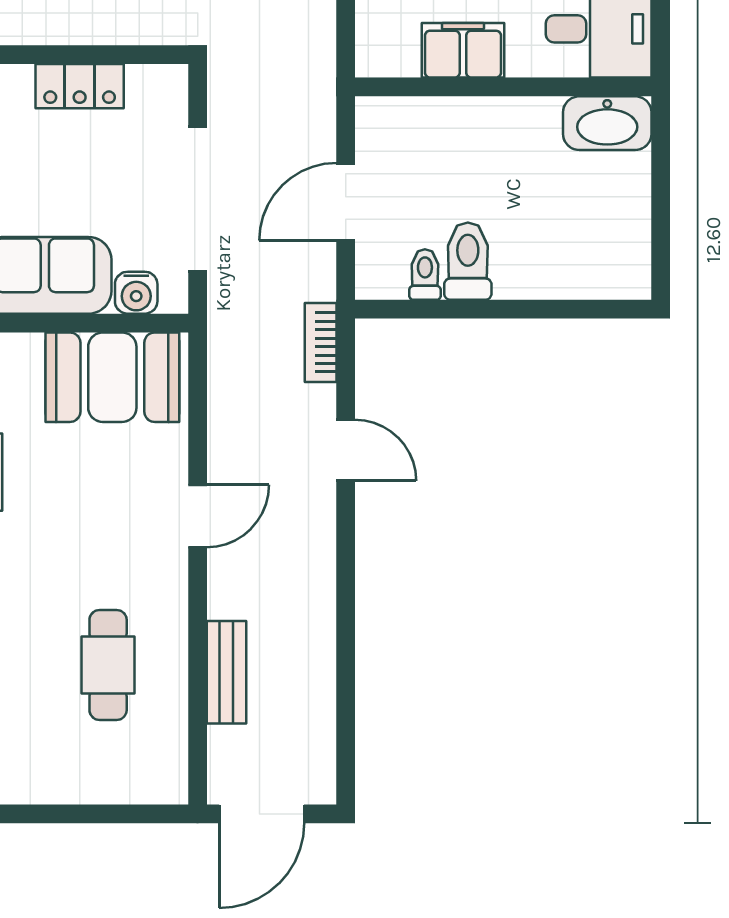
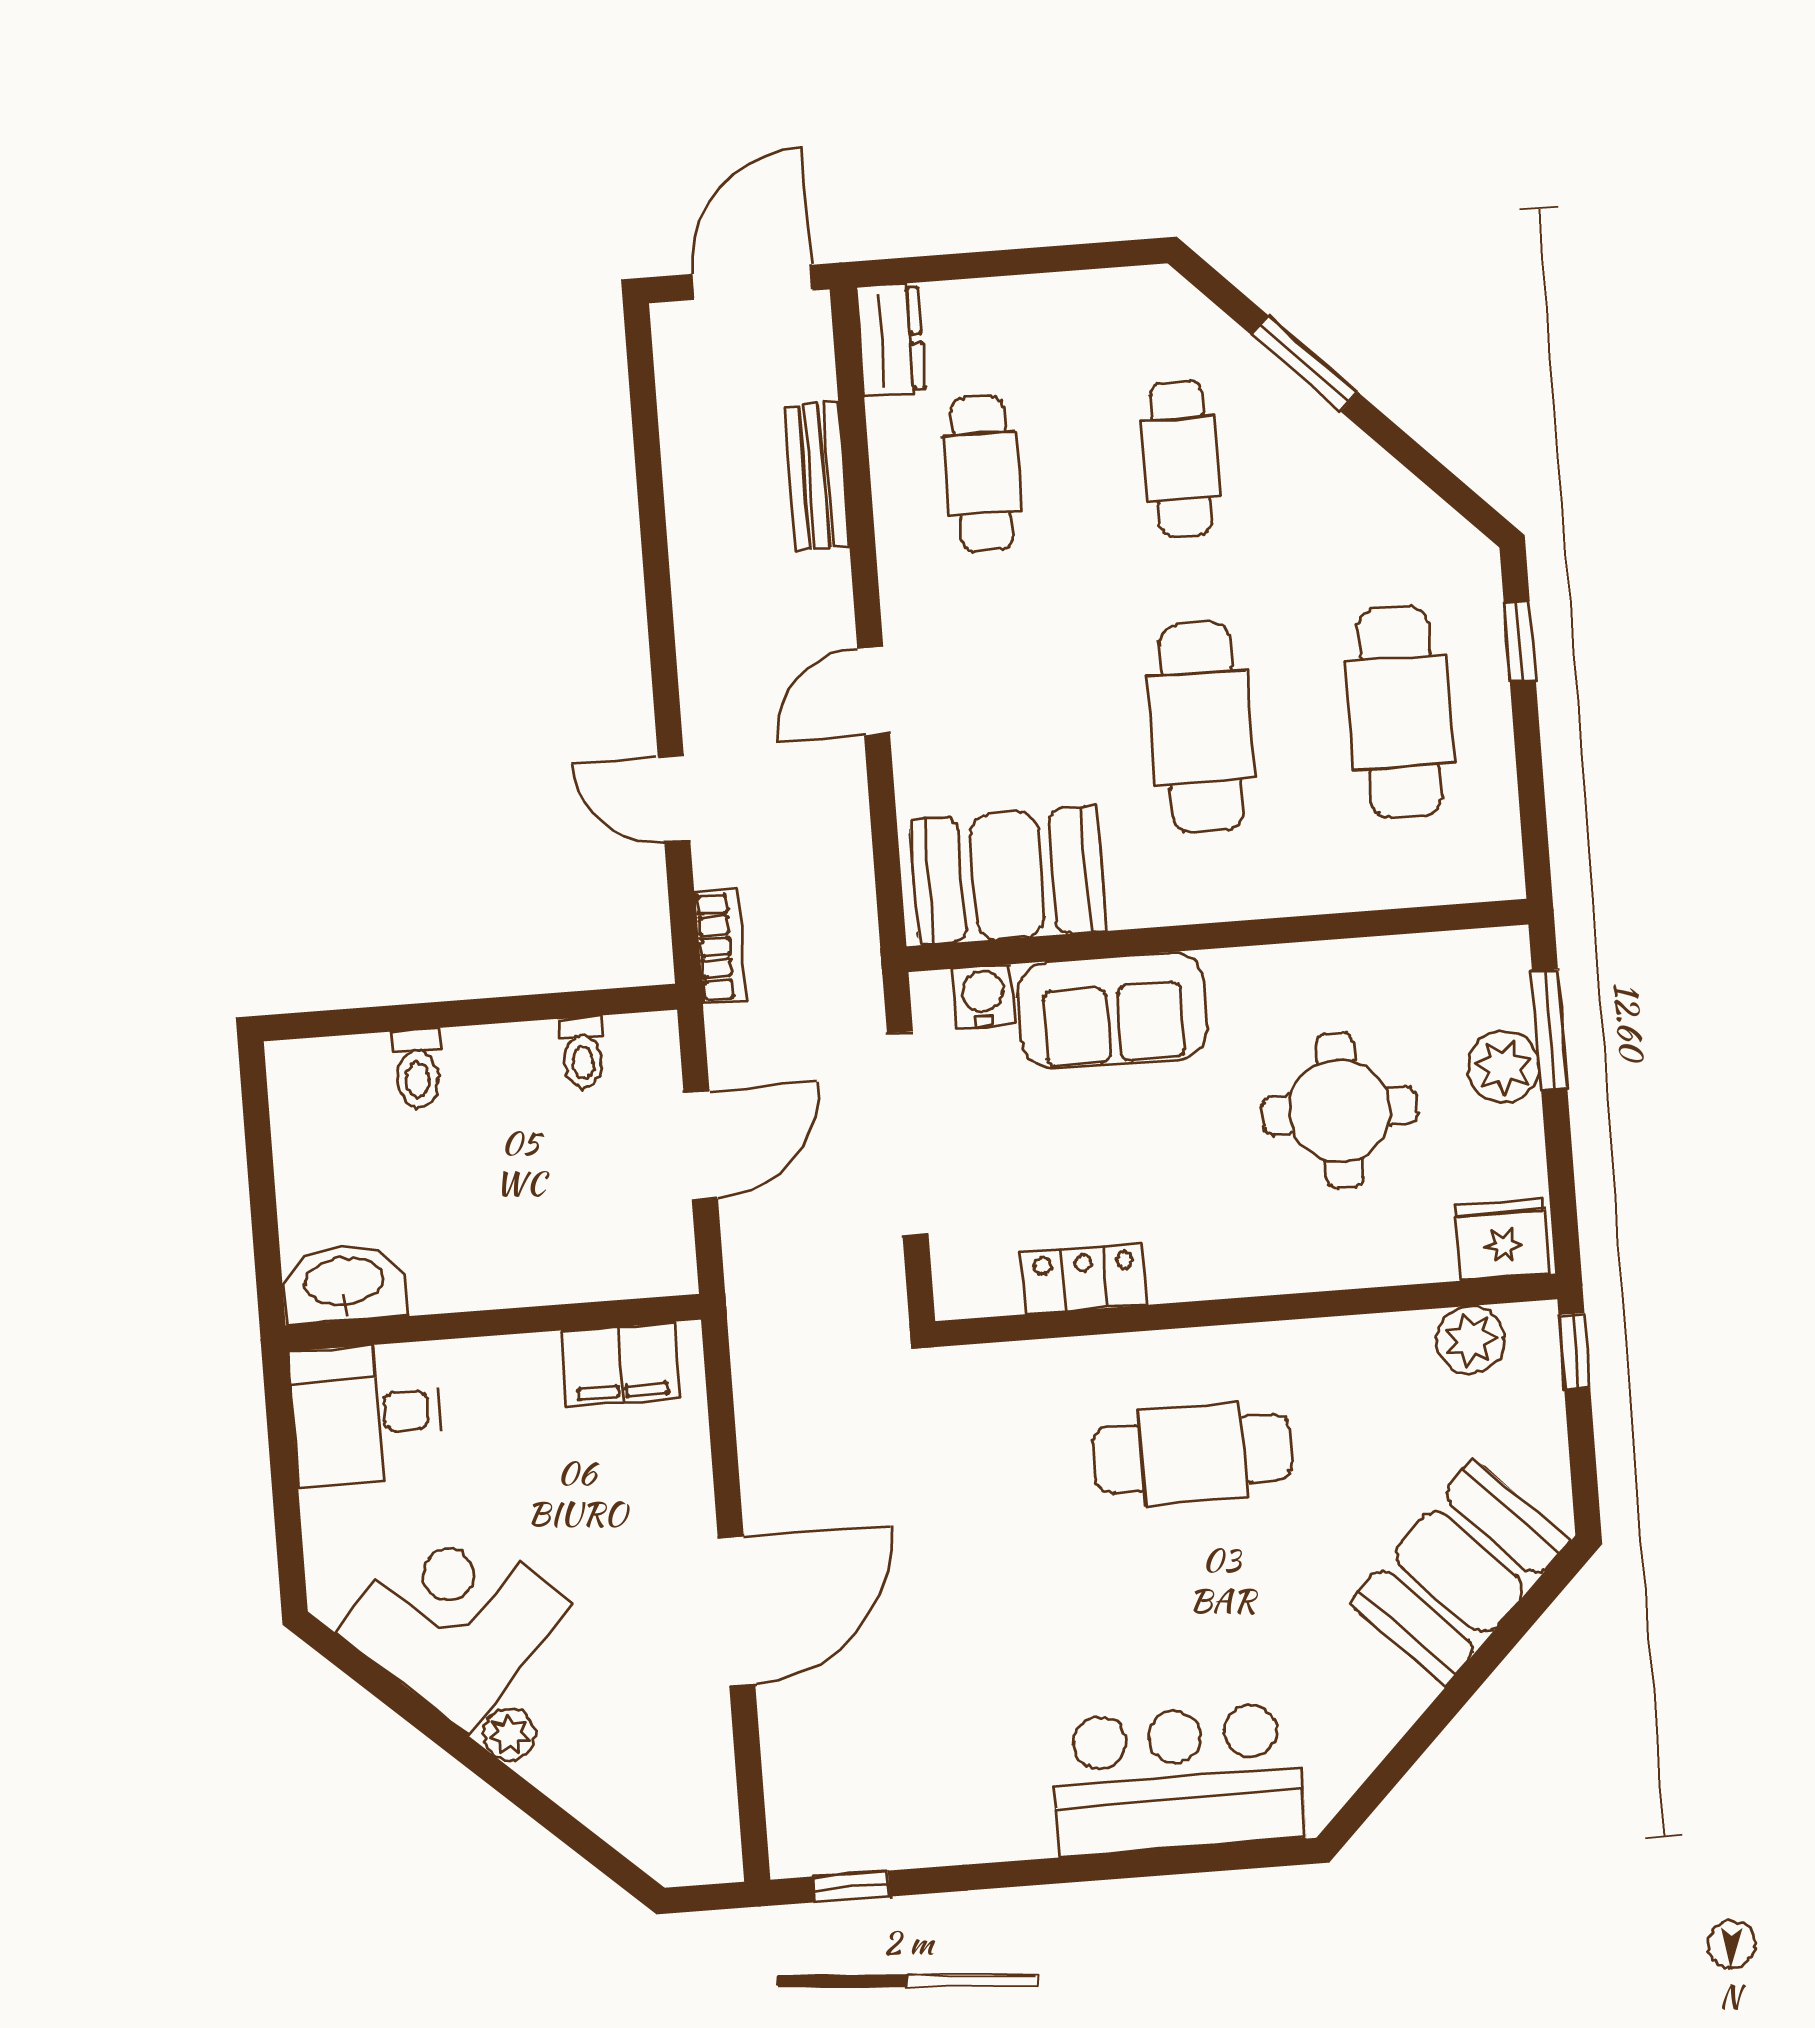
filing cabinet: (463, 50) -> (621, 1364), moved
toilet: (468, 261) -> (417, 1069), moved, width x0.73, depth x0.72
dresser: (166, 765) -> (891, 340), added

